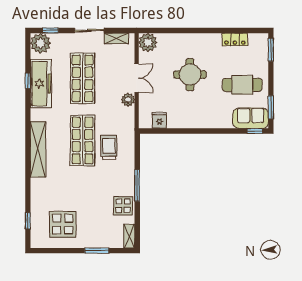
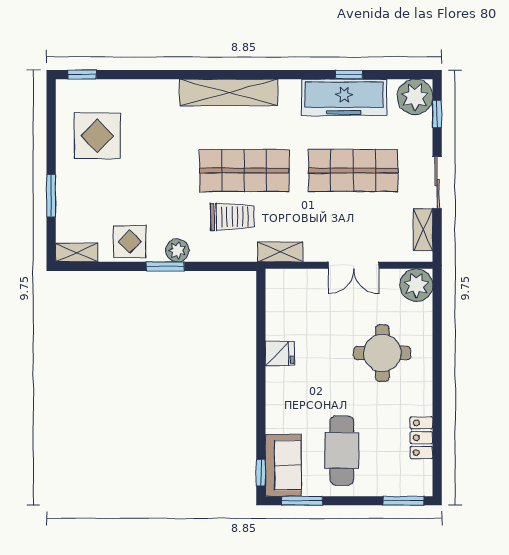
round table: (190, 75) -> (382, 353), moved
plant: (128, 100) -> (177, 250), moved
shelving: (129, 120) -> (280, 252), added
fridge: (159, 120) -> (280, 353), moved
window: (137, 186) -> (165, 266), width x0.69
window: (28, 221) -> (82, 75), moved

